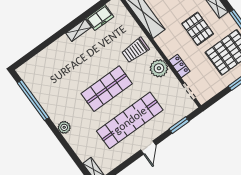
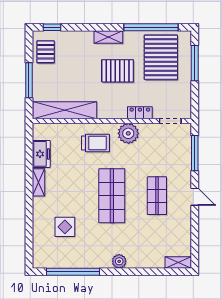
trolley: (135, 50) -> (96, 143), turned -90
display table: (61, 72) -> (65, 227), added
shop shelf: (130, 120) -> (157, 196), width x0.50, depth x0.74
window: (179, 125) -> (195, 153), width x1.44

